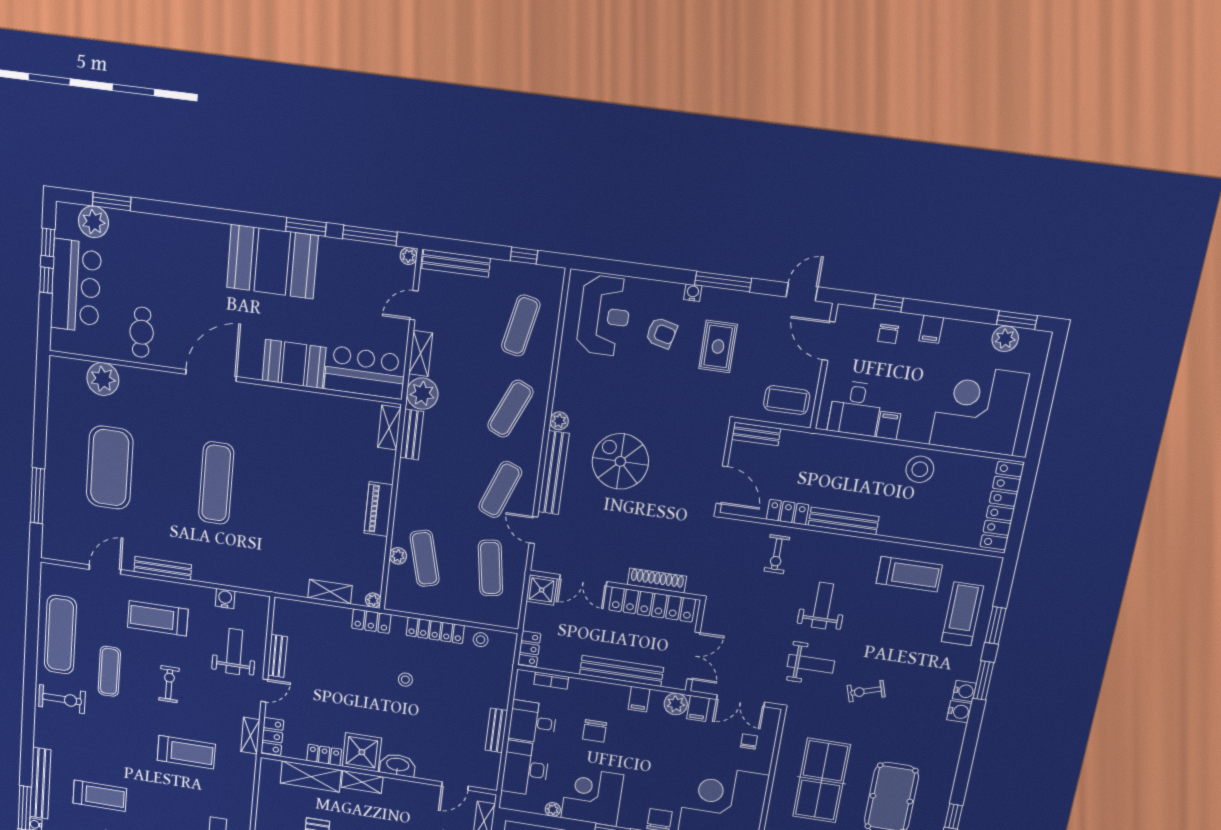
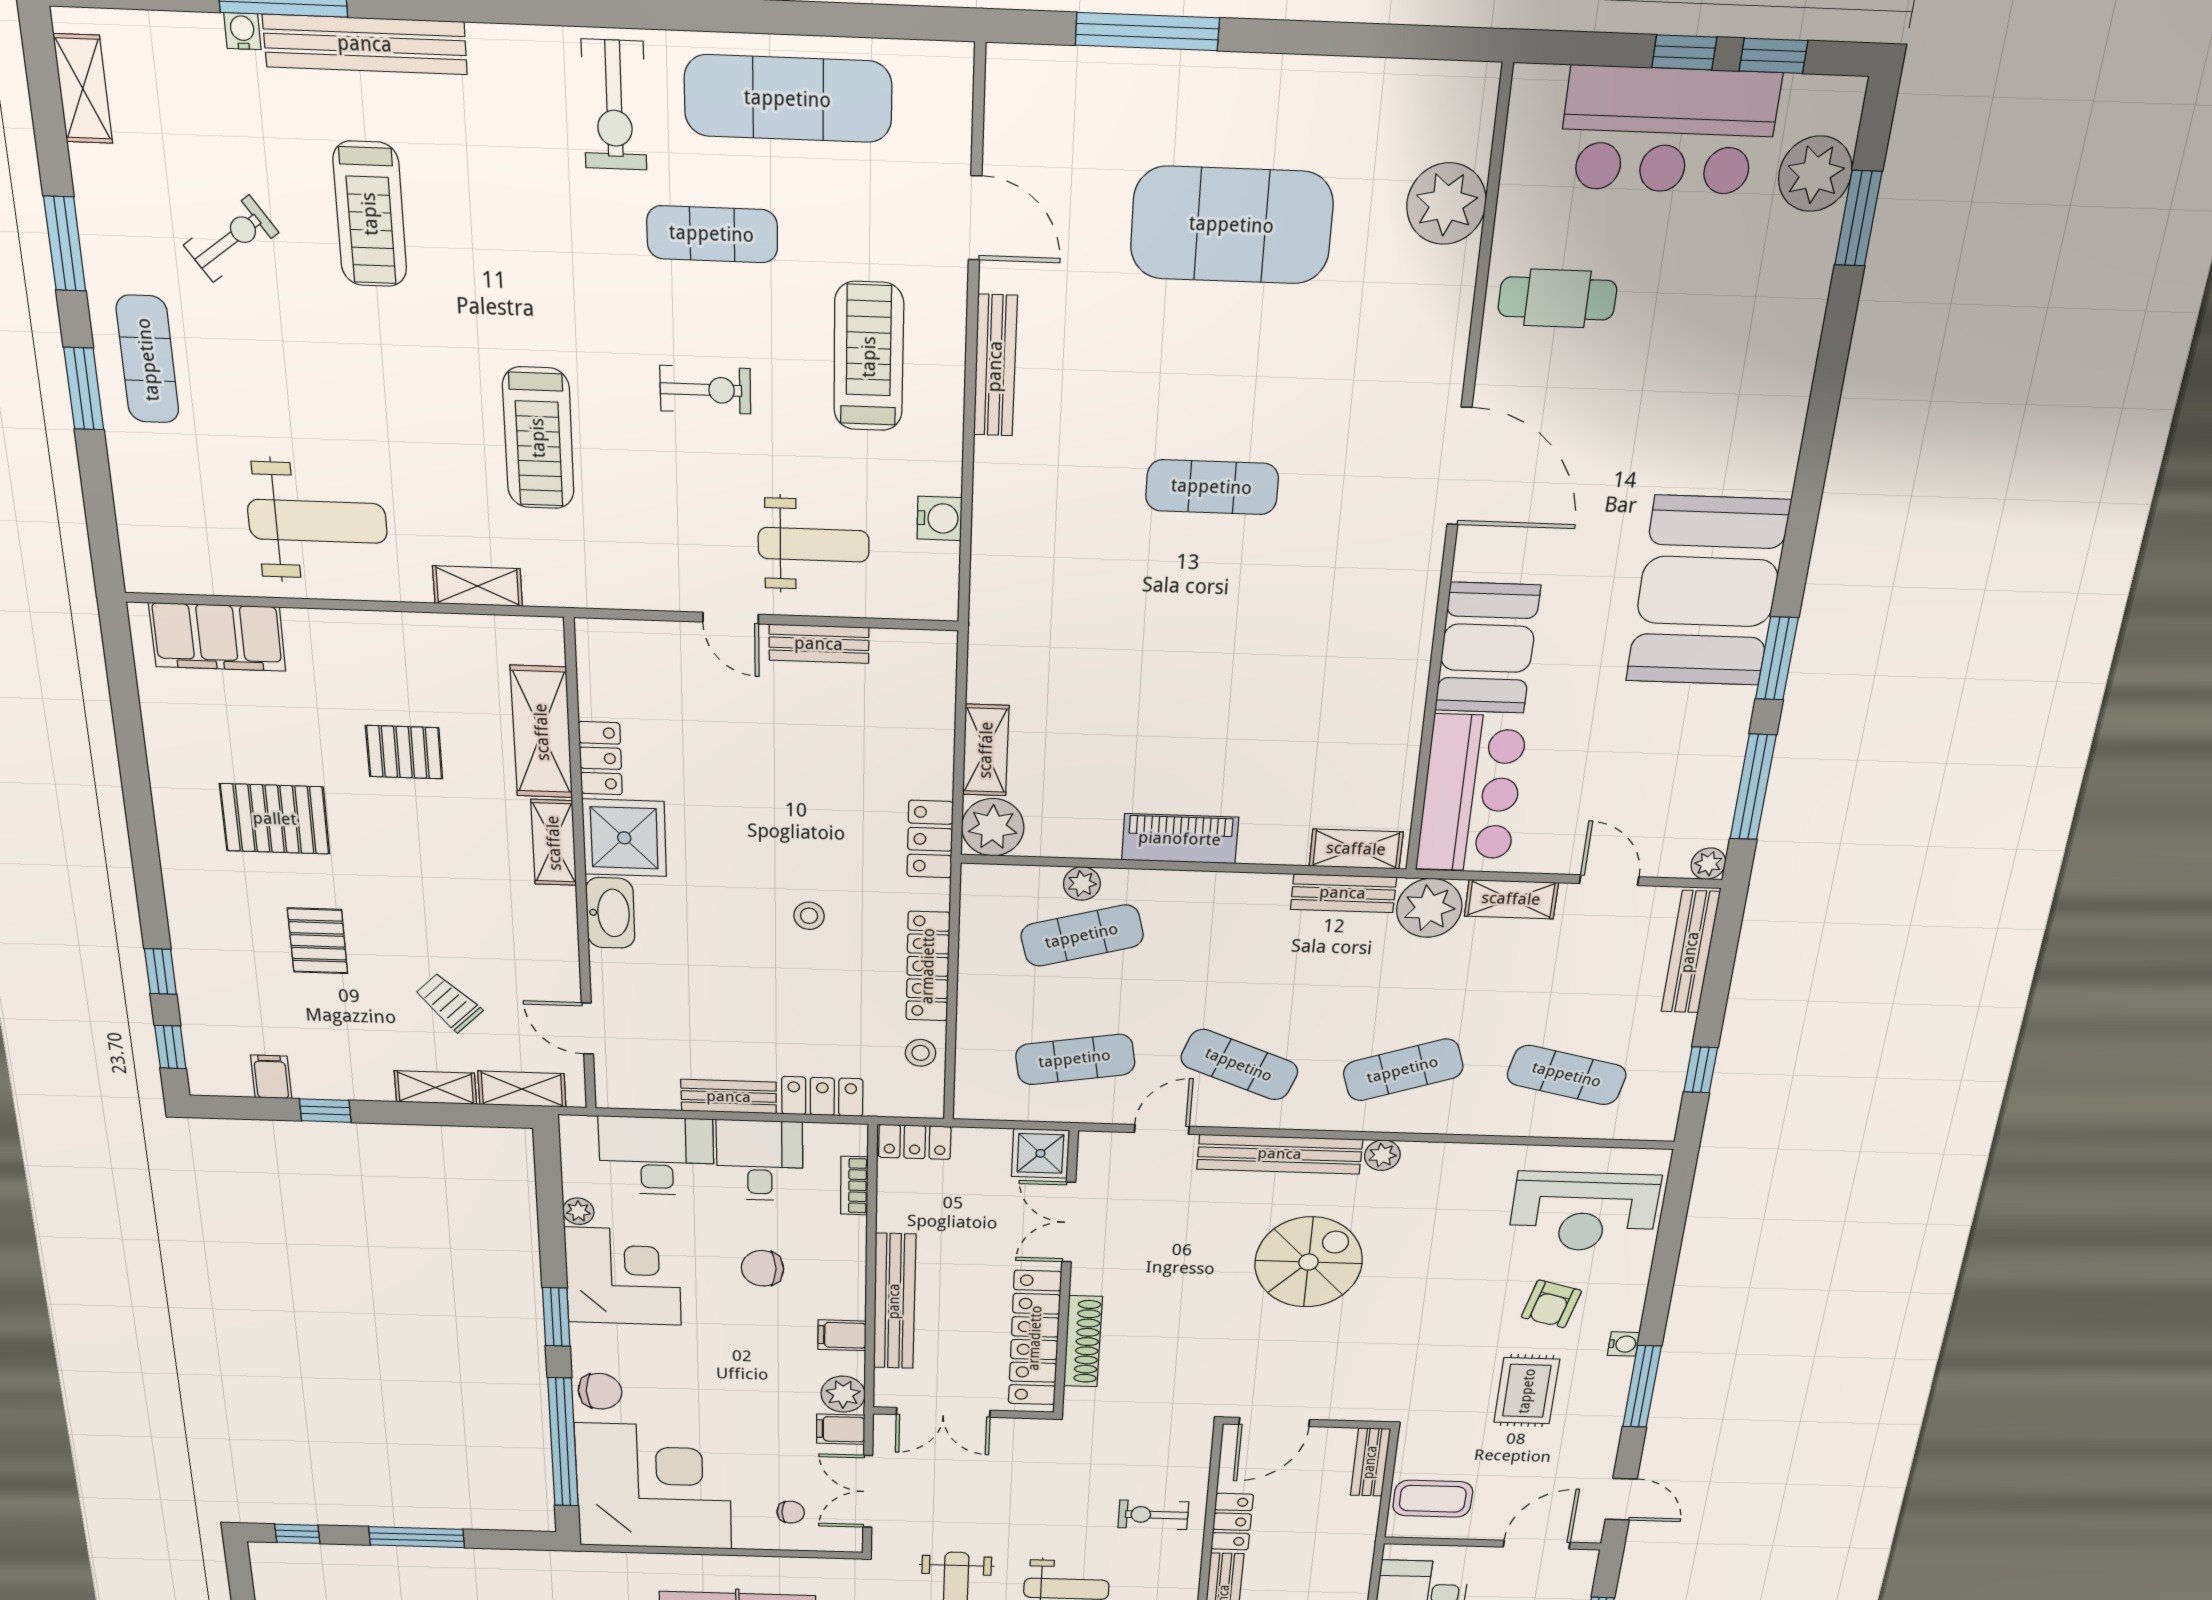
rug: (718, 346) -> (1527, 1391), turned 90
coffee table: (787, 400) -> (1433, 1499), turned 90
exercise mat: (510, 409) -> (1403, 1070), turned -42
exercise mat: (216, 483) -> (1212, 487), width x0.73, depth x0.69
plant: (373, 600) -> (993, 827), width x1.88, depth x1.88
shelving: (250, 736) -> (477, 586), moved
locker: (272, 736) -> (822, 1096), moved, turned 180

